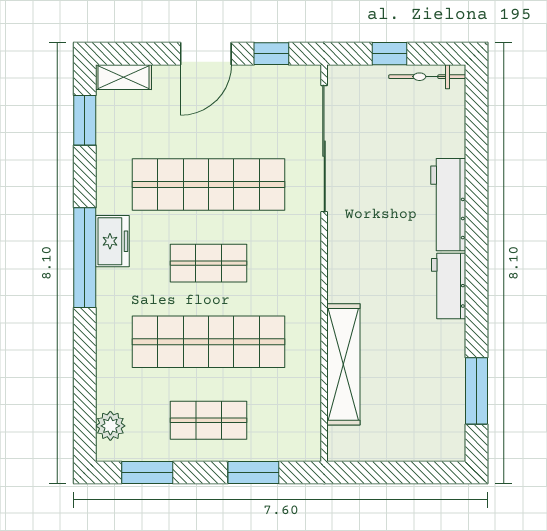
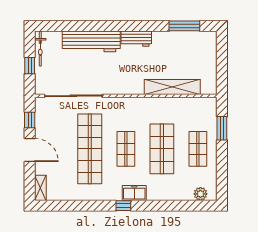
window: (85, 120) -> (60, 206), removed
workbench: (448, 205) -> (91, 41), width x1.36, depth x1.32
freezer: (112, 241) -> (134, 193), moved
window: (85, 258) -> (123, 206), width x0.32
shop shelf: (208, 342) -> (162, 149), width x0.71
window: (147, 473) -> (222, 177), removed

